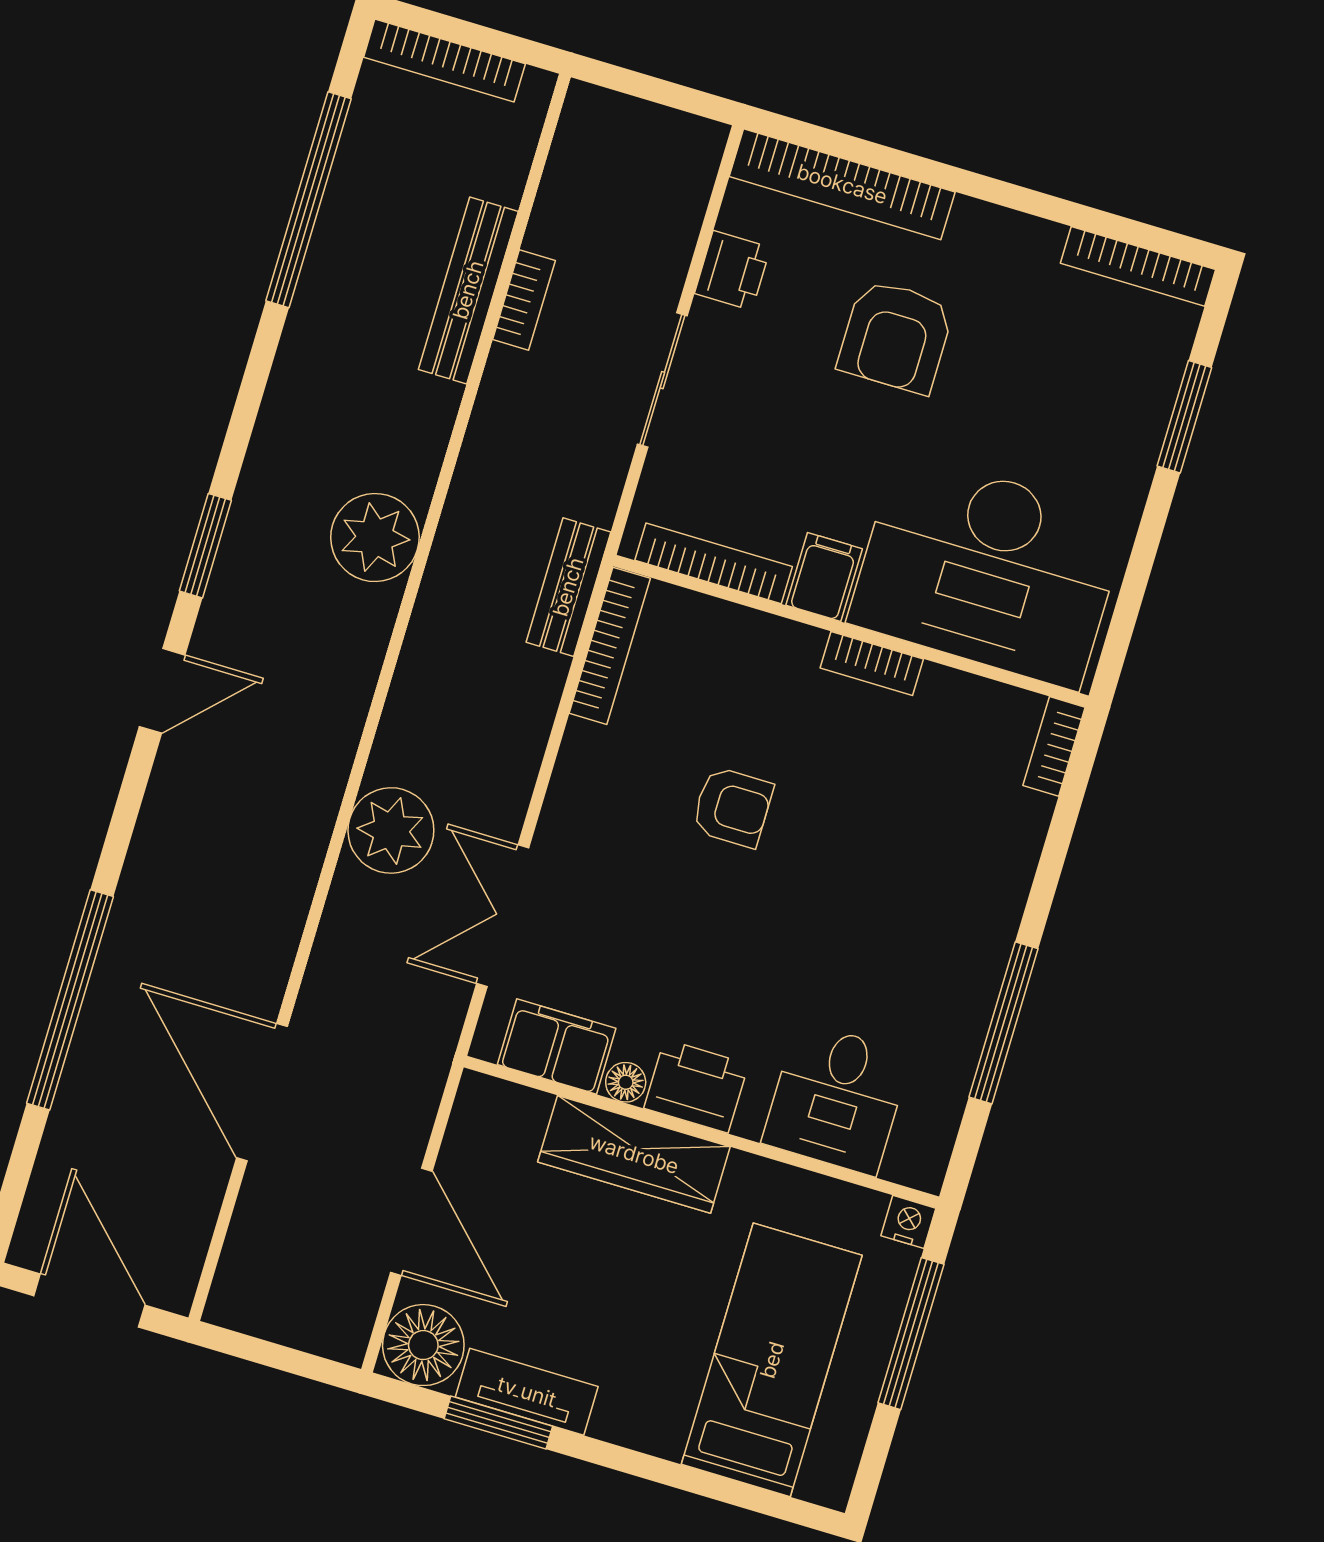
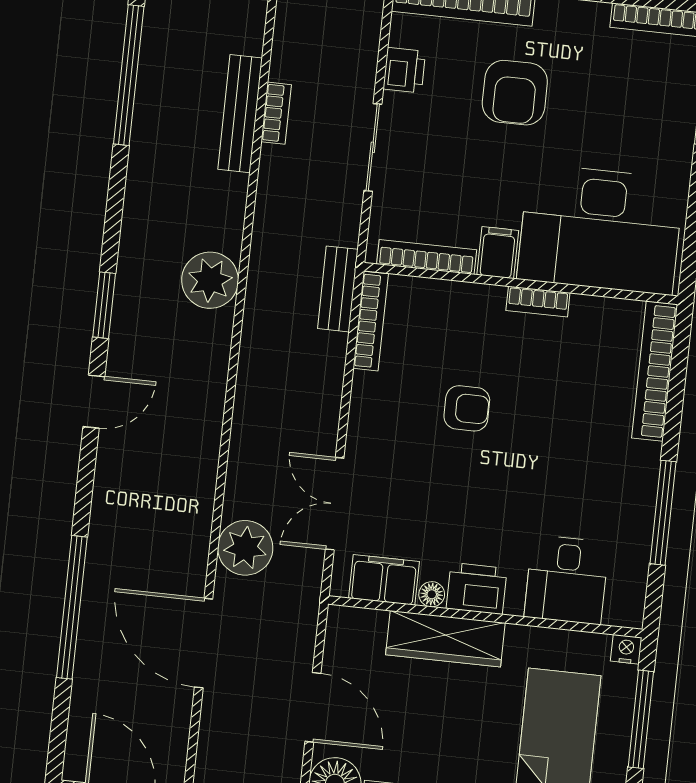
bookcase: (1054, 746) -> (655, 371), width x2.31, depth x1.31
plant: (391, 830) -> (245, 548), moved

